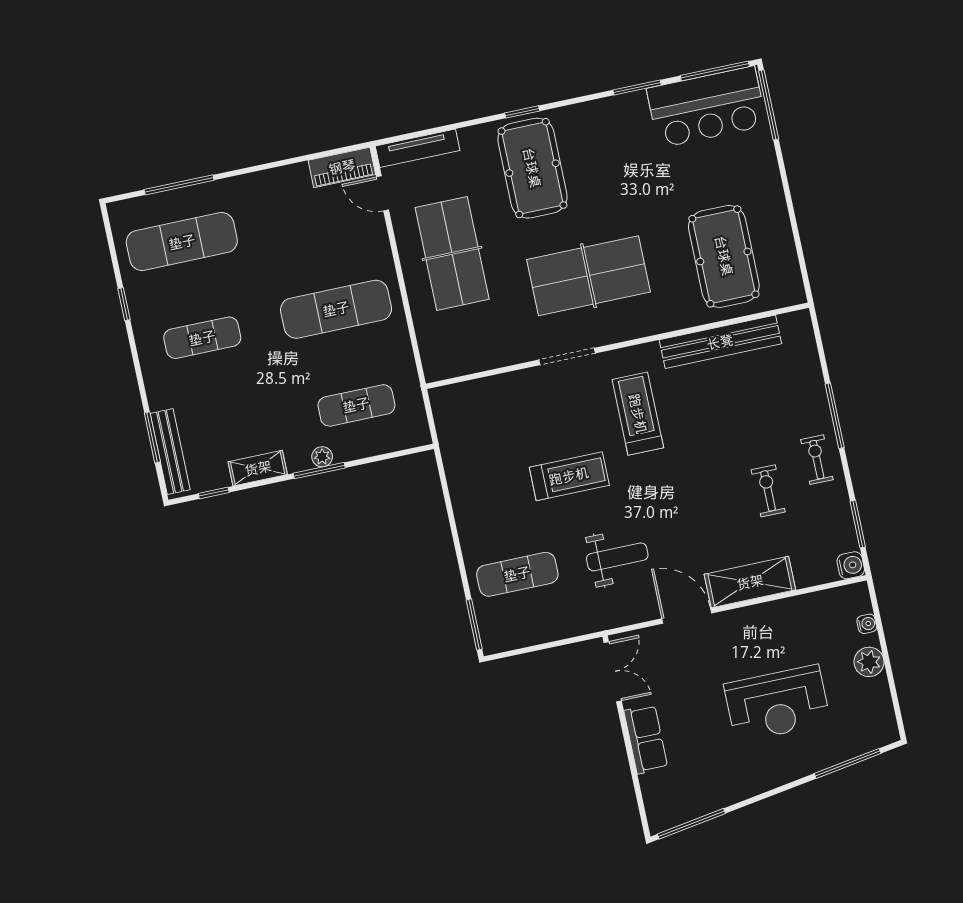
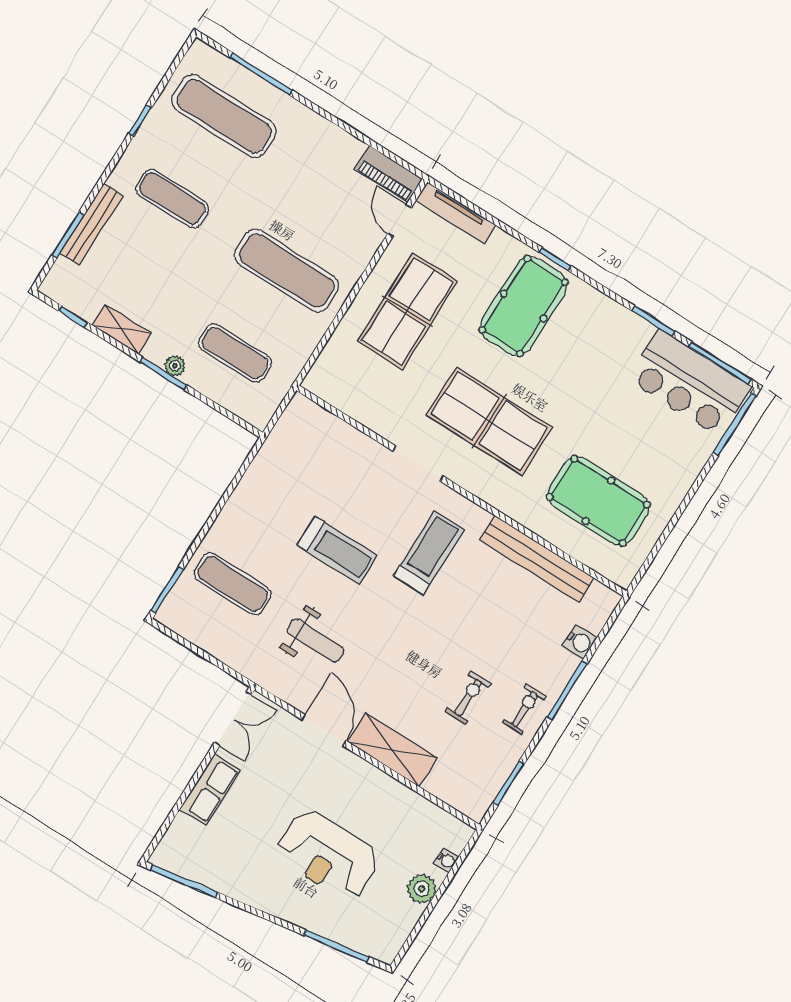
pool table: (724, 256) -> (598, 501), turned 90
bench: (170, 452) -> (91, 224), moved
water cooler: (851, 565) -> (580, 642), moved

